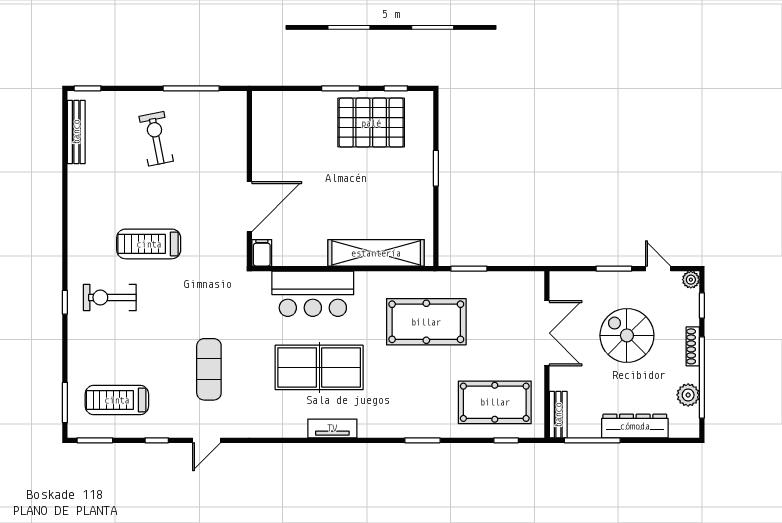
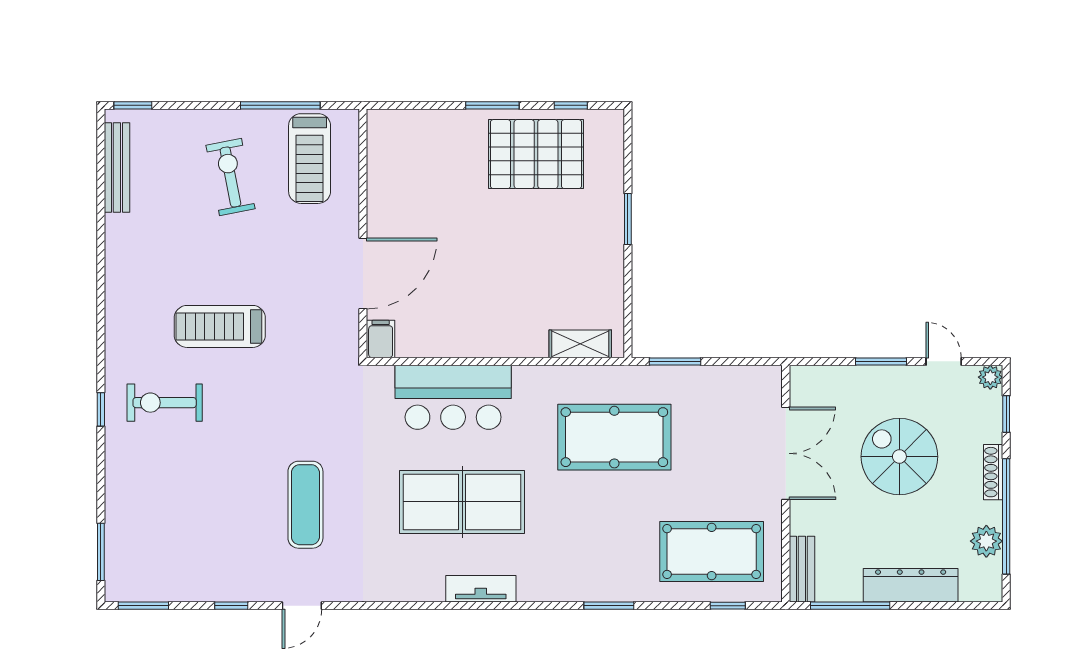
shelving: (376, 253) -> (580, 344), width x0.45, depth x0.75
treadmill: (117, 400) -> (310, 159), moved, turned -90

